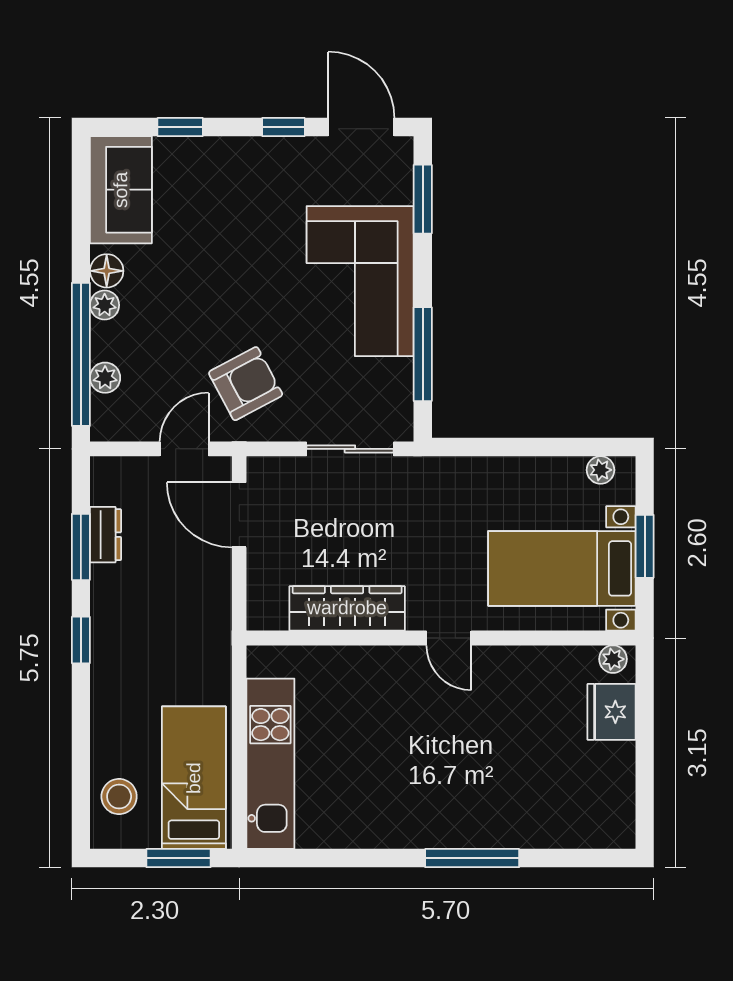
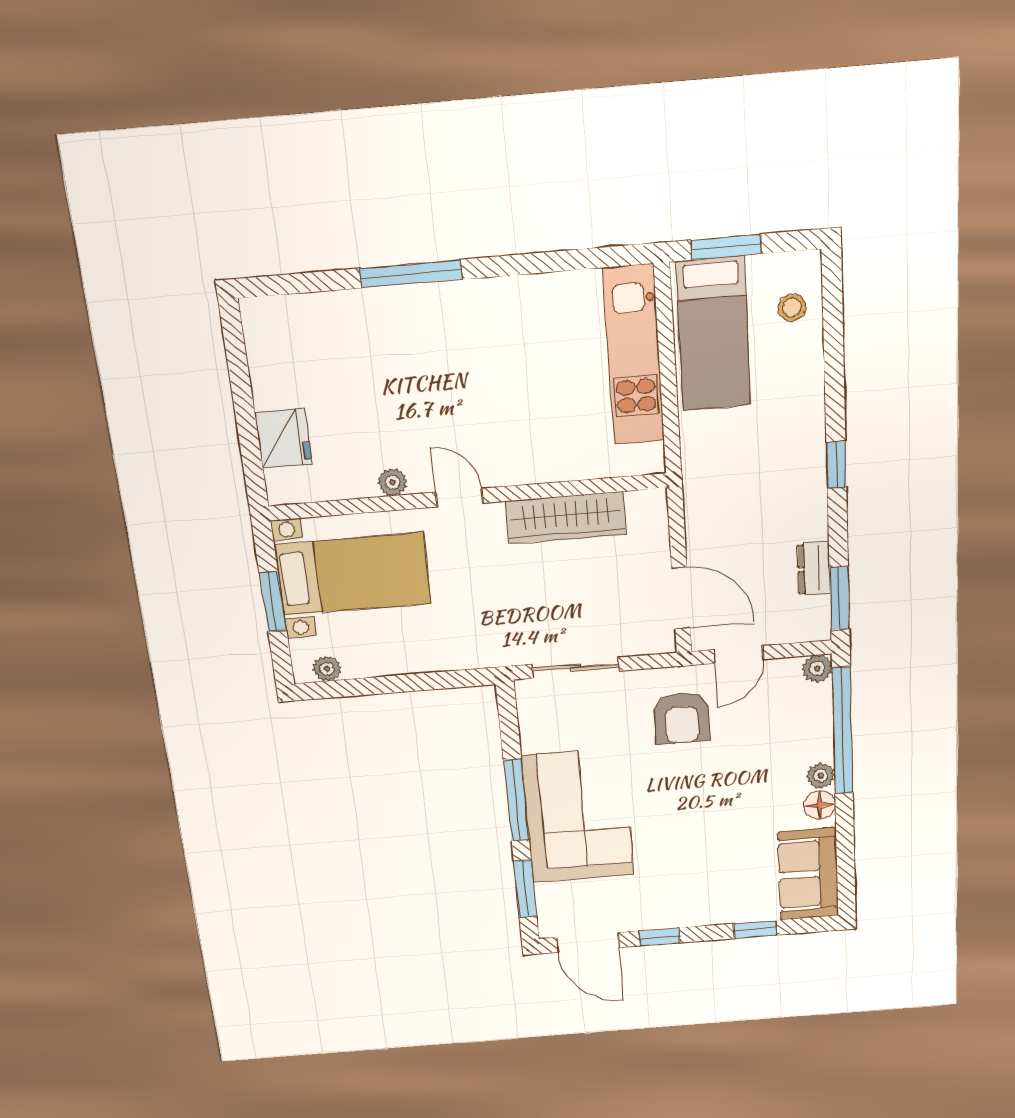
window: (423, 354) -> (516, 800), moved
plant: (105, 378) -> (817, 668), moved
armchair: (246, 384) -> (682, 718), turned -62
window: (81, 547) -> (839, 598), moved
plant: (613, 659) -> (393, 482), moved
stool: (119, 797) -> (792, 308), width x0.73, depth x0.73

